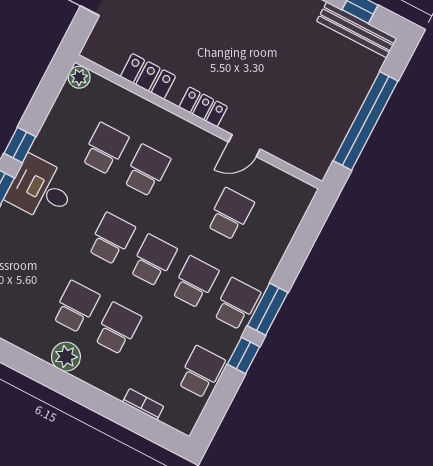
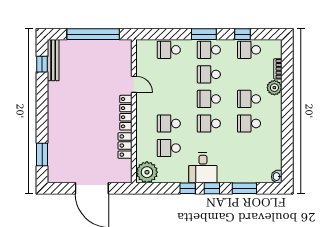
plant: (79, 77) -> (147, 172), width x1.88, depth x1.88
locker: (203, 107) -> (126, 113), width x1.53
school desk: (230, 214) -> (169, 50), moved
window: (243, 356) -> (242, 34), moved
plant: (66, 357) -> (274, 88), moved

